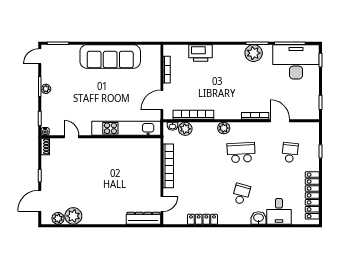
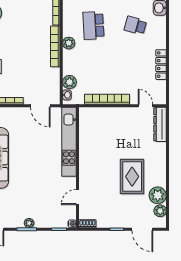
bookcase: (193, 115) -> (55, 46), moved
rug: (92, 191) -> (132, 177), added

